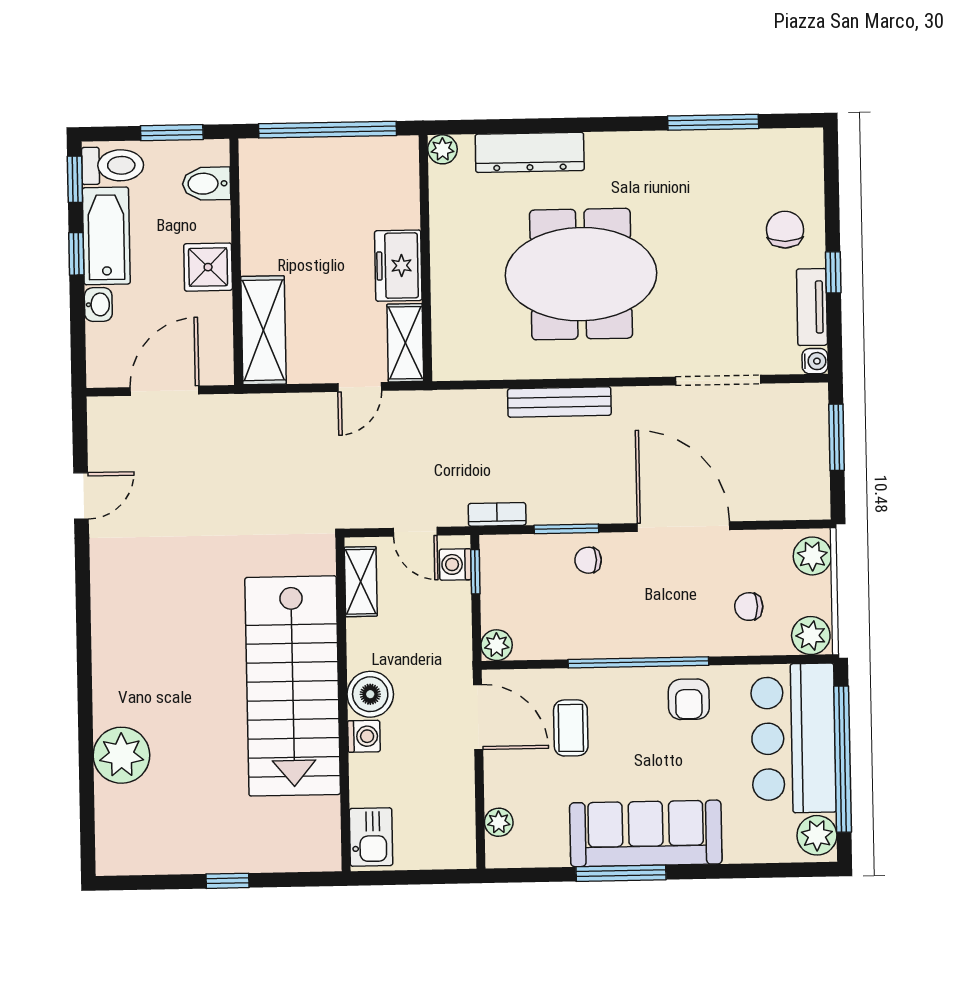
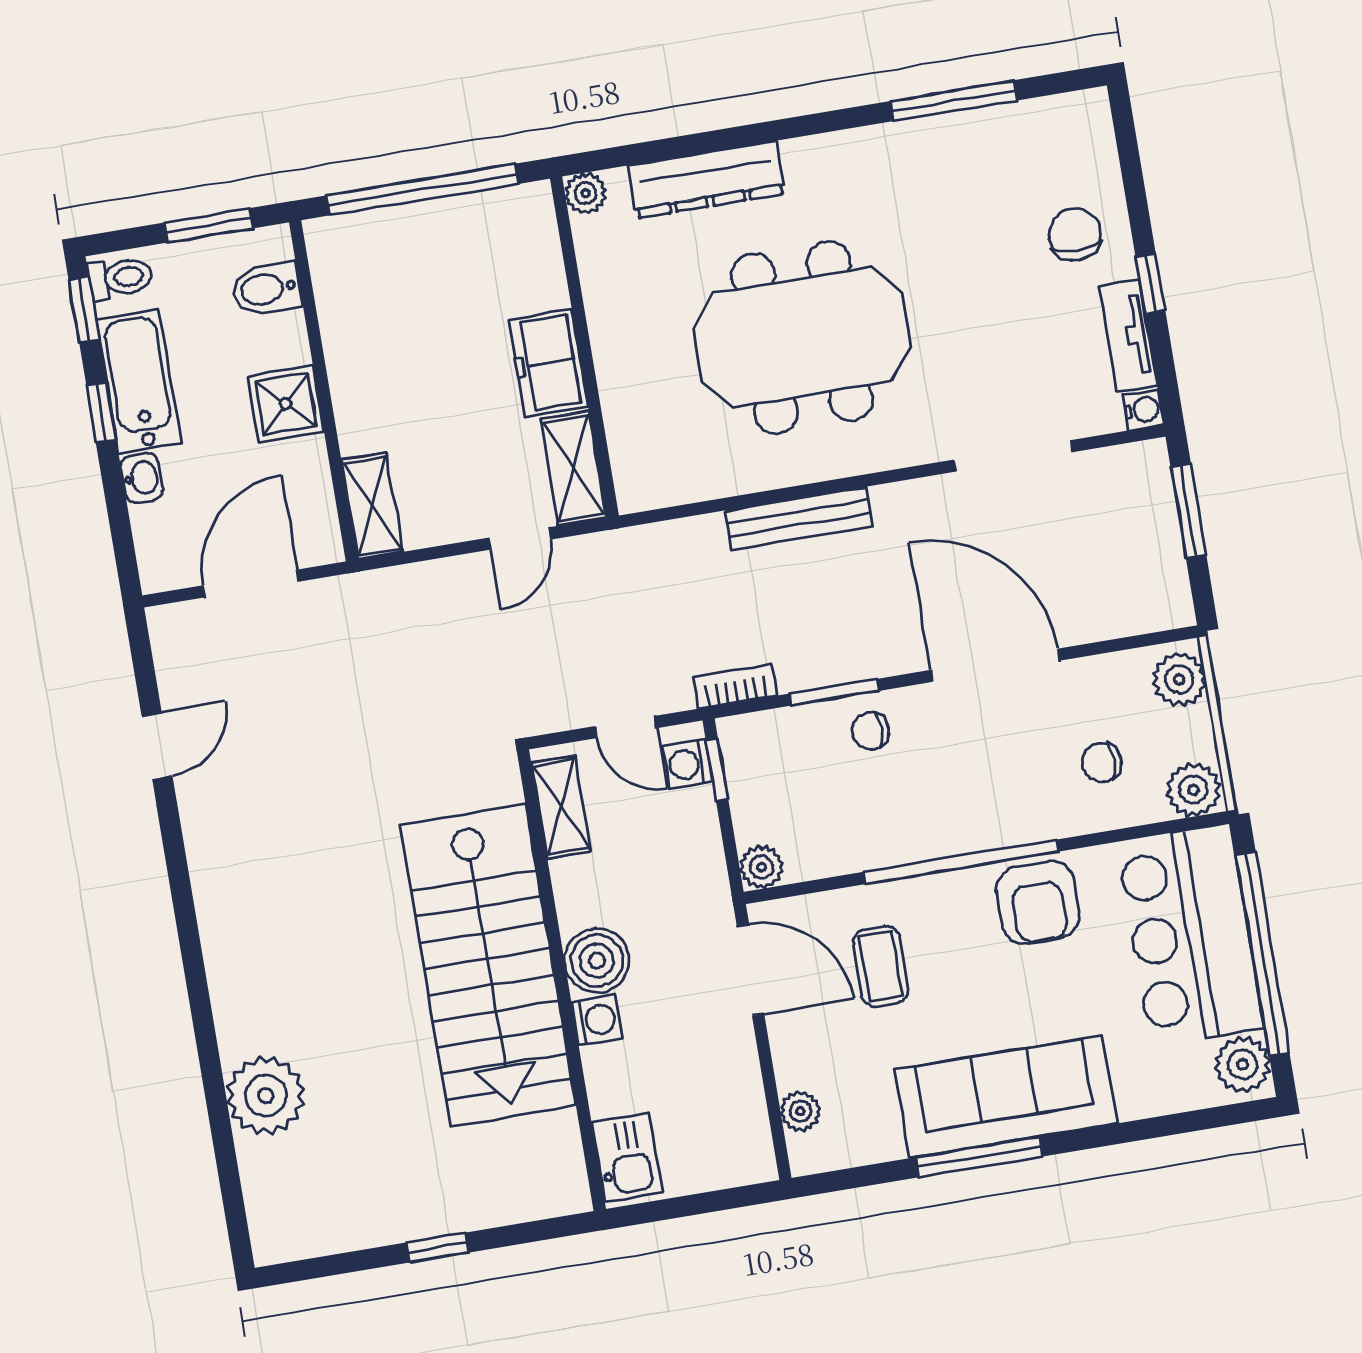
toilet: (113, 165) -> (120, 278), width x0.73, depth x0.72
shelving: (264, 330) -> (372, 506), width x0.67, depth x0.75
armchair: (689, 699) -> (1038, 903), width x1.38, depth x1.38

